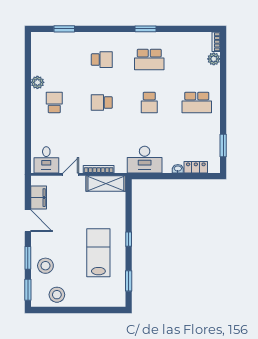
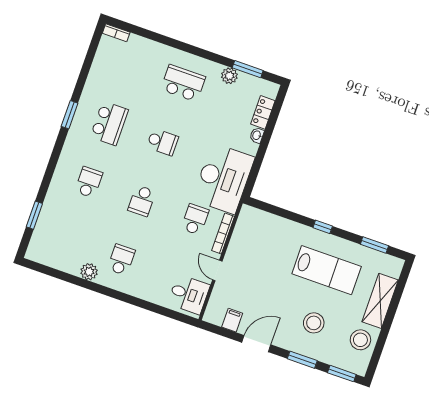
plant: (214, 59) -> (229, 76), moved
school desk: (54, 103) -> (121, 260), turned 90
school desk: (197, 103) -> (183, 83), turned -90
school desk: (102, 145) -> (195, 219), added
desk: (145, 160) -> (223, 179), width x1.36, depth x1.30
shelving: (106, 183) -> (380, 301), moved
filing cabinet: (39, 198) -> (232, 320), width x0.50
lab bench: (98, 253) -> (327, 270), turned 180
stool: (45, 266) -> (314, 323), moved

